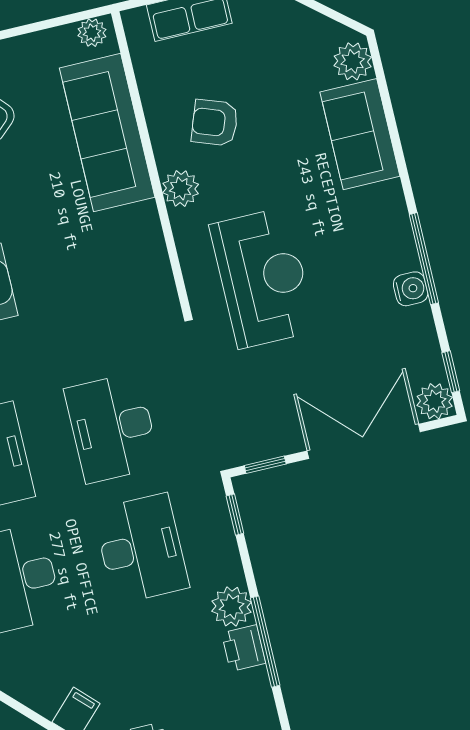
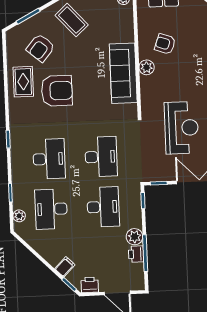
sofa: (107, 133) -> (123, 73), moved
reception desk: (263, 278) -> (181, 128), moved
desk: (112, 428) -> (101, 157), turned 180

